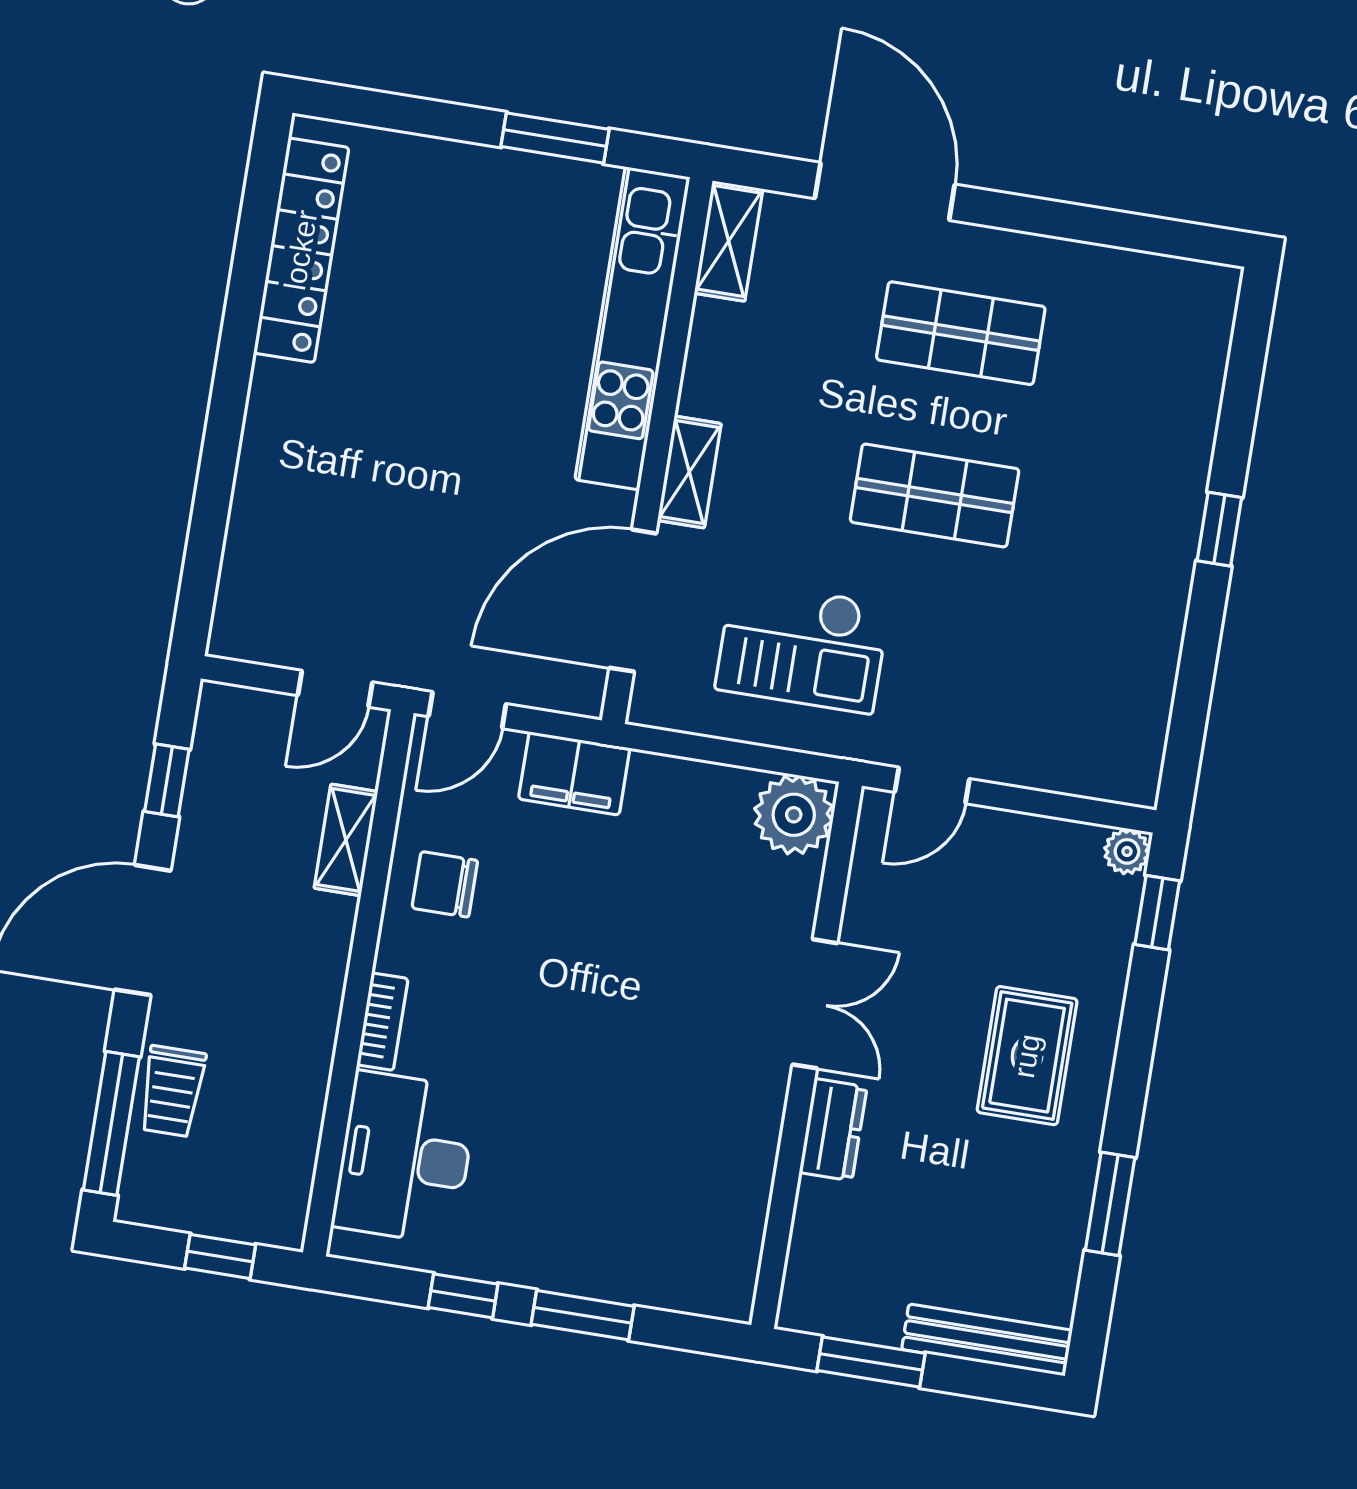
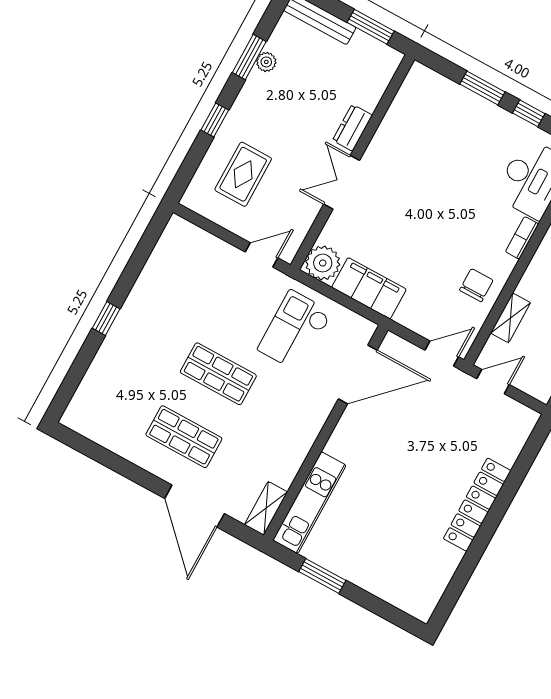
locker: (301, 250) -> (477, 505), moved
kitchen unit: (632, 328) -> (309, 503), width x0.73
shelving: (689, 472) -> (316, 419), removed
checkout: (802, 647) -> (295, 331), turned -90
filing cabinet: (574, 773) -> (369, 288), moved, width x1.50, depth x1.17
plant: (1127, 851) -> (266, 62), moved
chair: (445, 884) -> (476, 285), turned -90
window: (1157, 913) -> (215, 120), moved
rug: (1027, 1056) -> (243, 174), moved

